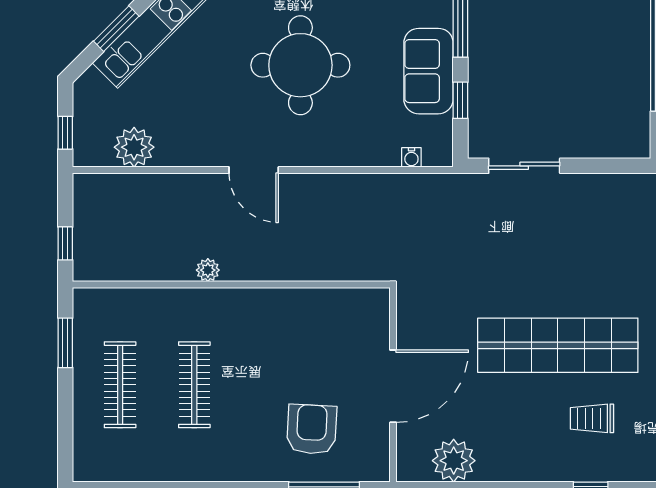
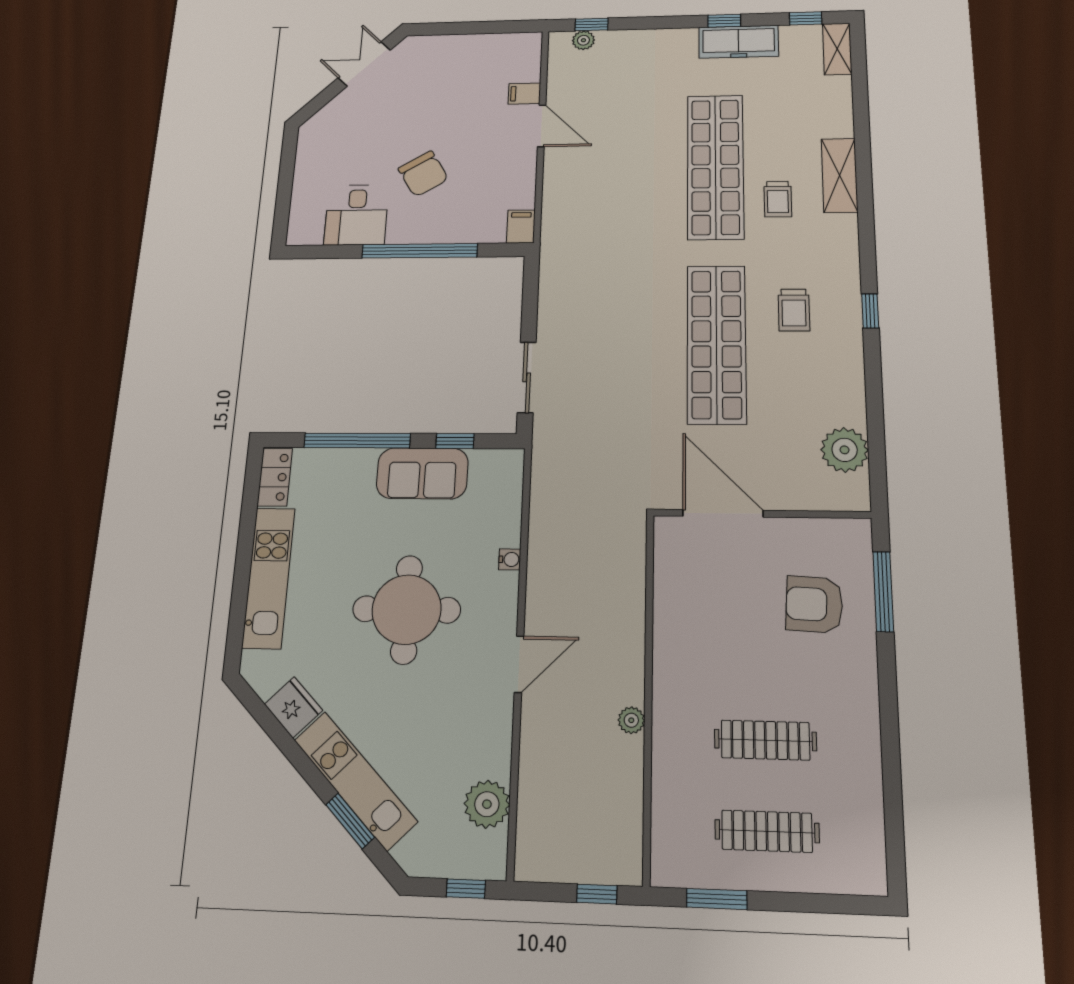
water cooler: (411, 157) -> (510, 559), moved
door: (393, 386) -> (723, 513), moved

